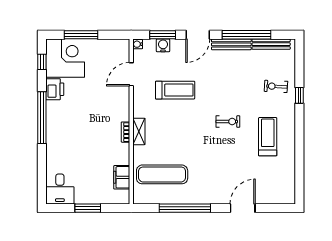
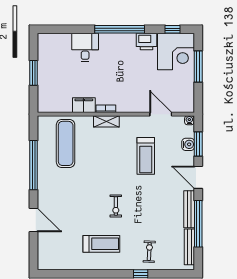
filing cabinet: (122, 177) -> (84, 105), moved
desk: (60, 189) -> (85, 47), moved, turned 90

